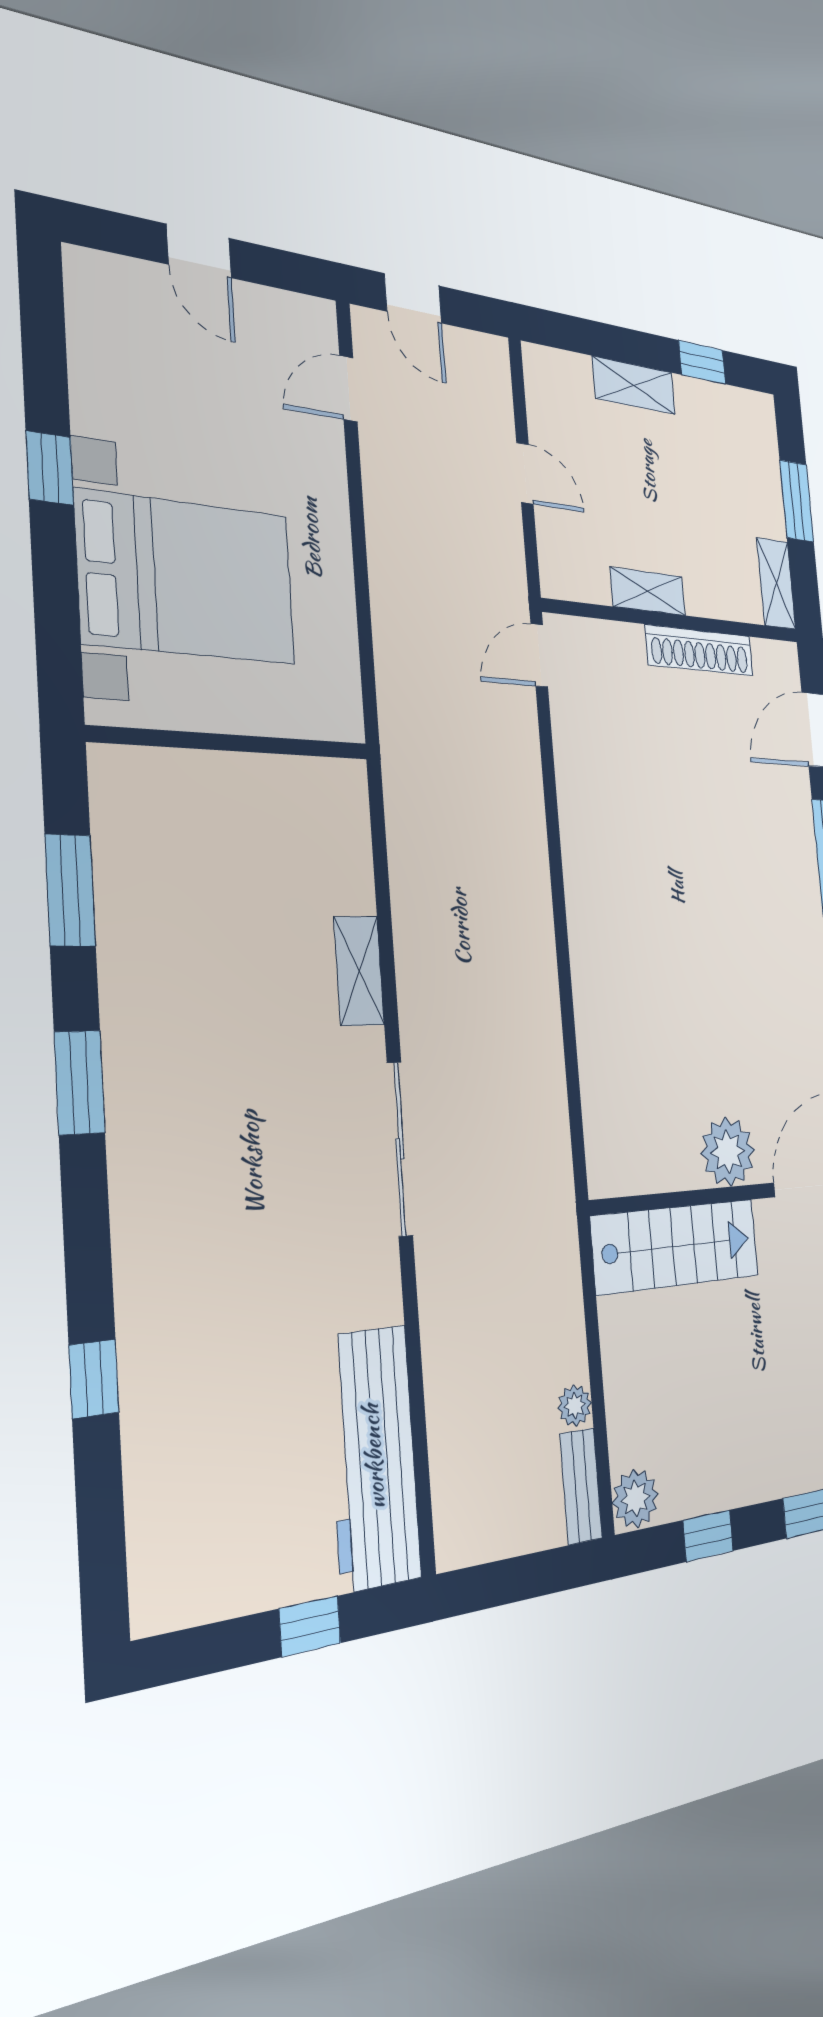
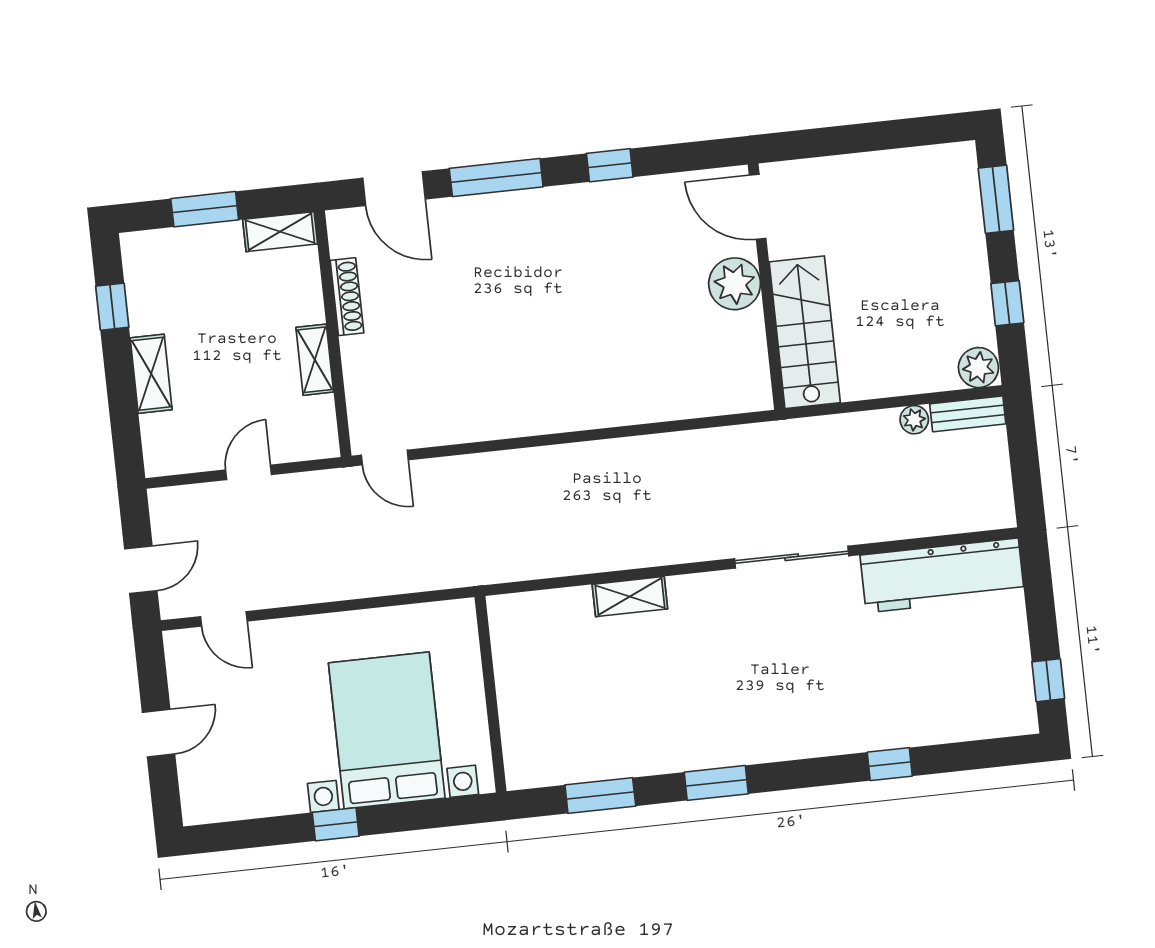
shoe rack: (700, 650) -> (347, 297), width x0.74, depth x0.81
sliding door: (400, 1149) -> (792, 557), moved
window: (310, 1626) -> (1048, 680), moved

